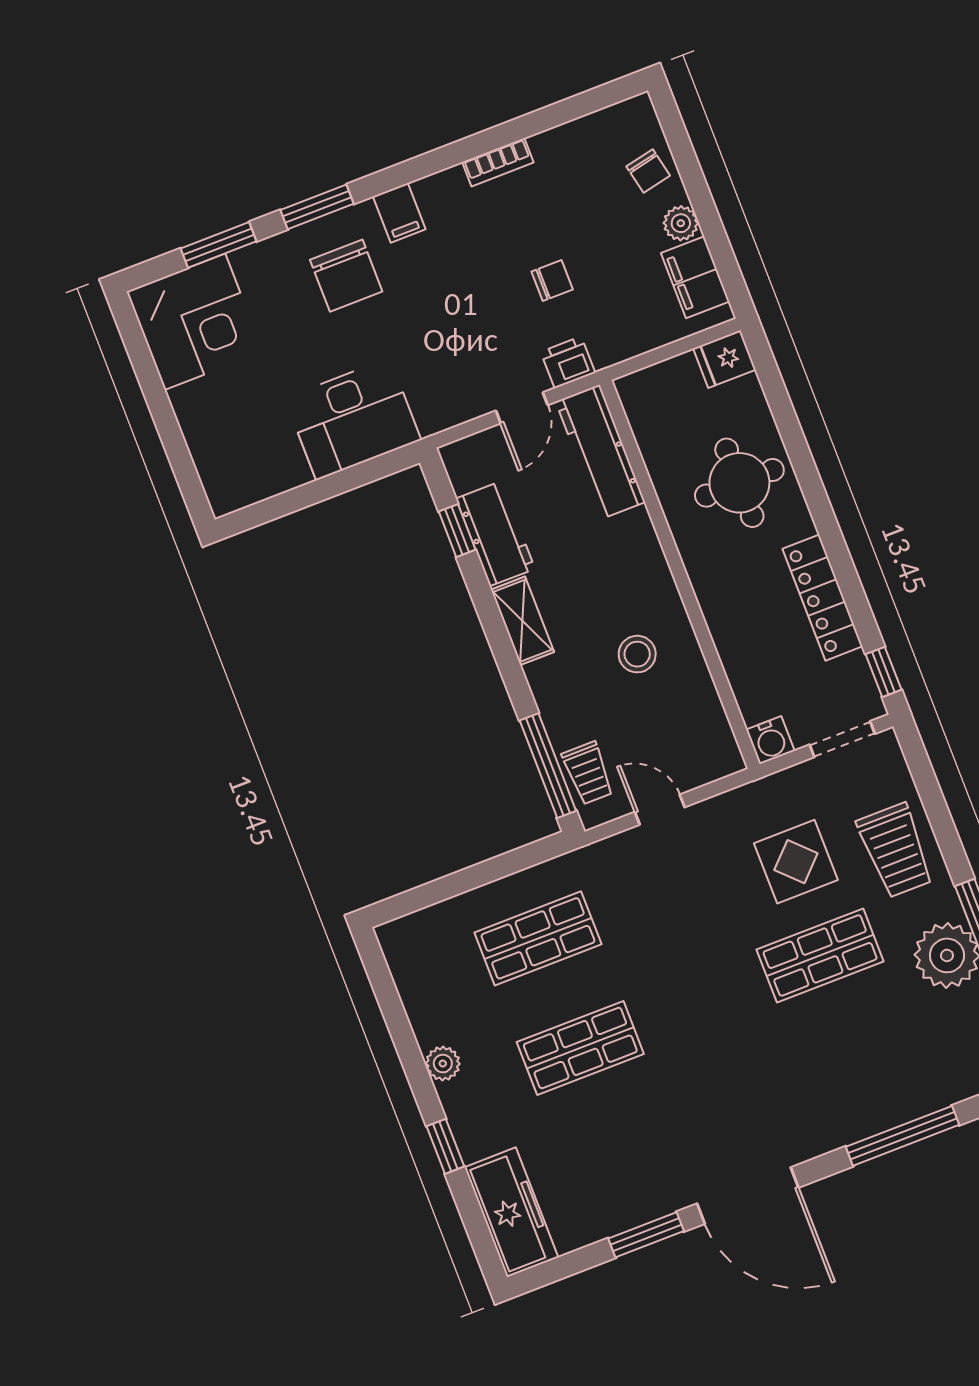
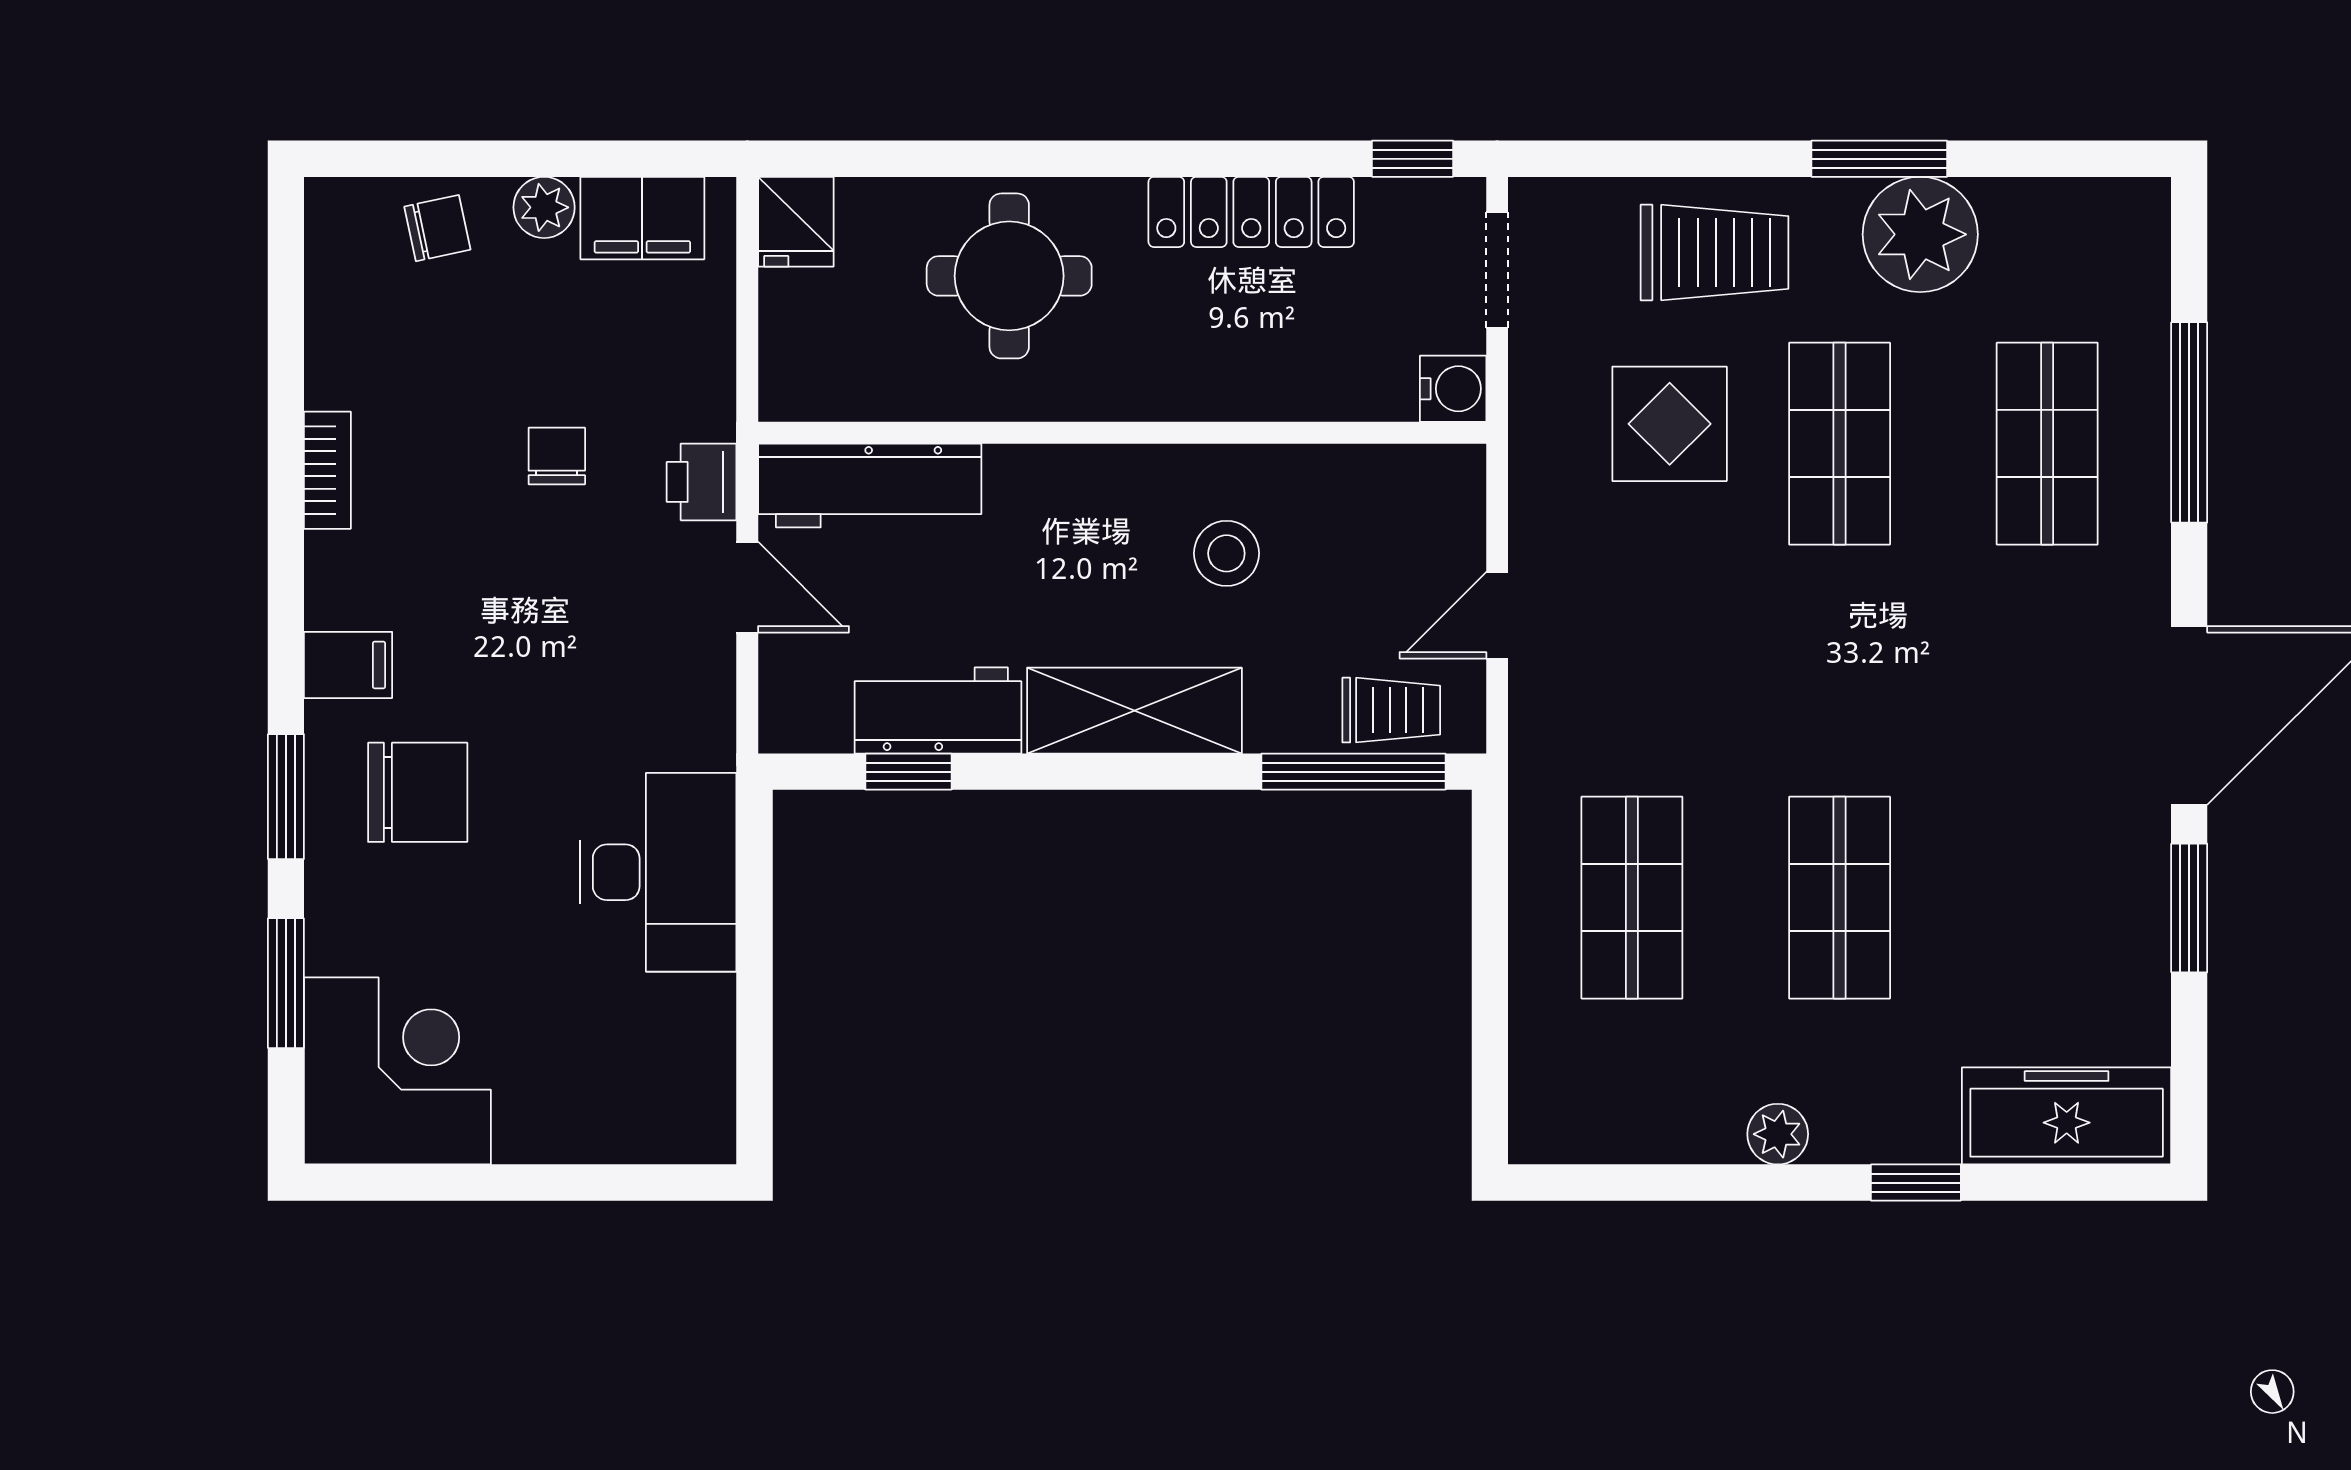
shelving: (522, 621) -> (1134, 711), width x1.50, depth x1.33
shop shelf: (862, 1065) -> (2047, 444), added

